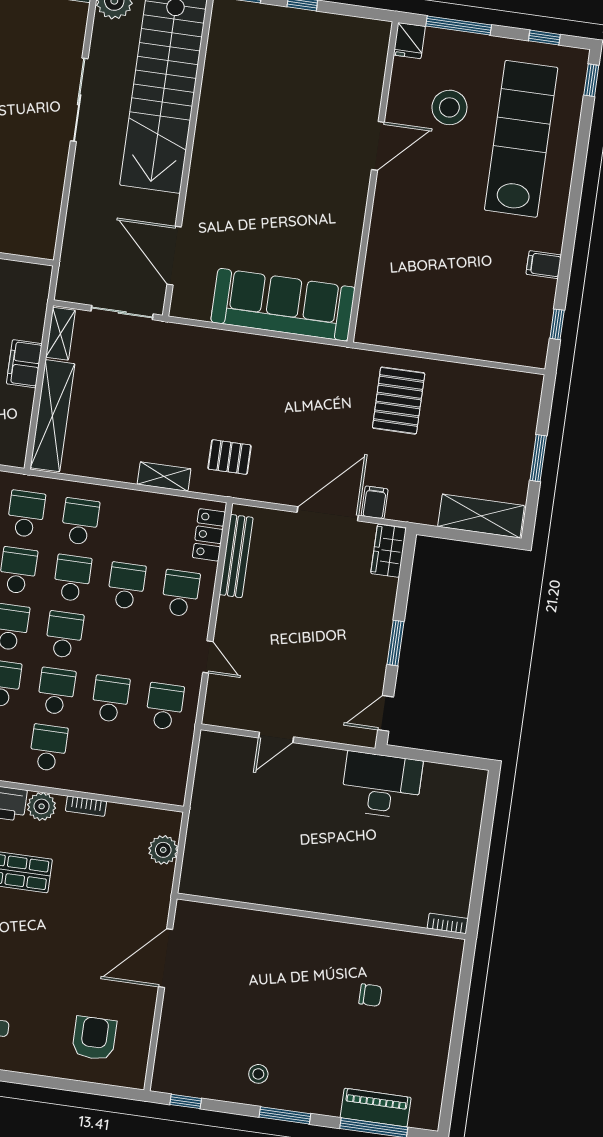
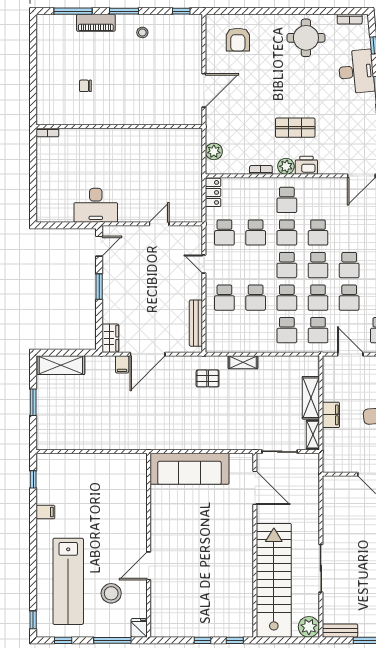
pallet: (399, 401) -> (117, 424), removed
shelving: (53, 416) -> (311, 398), width x0.68
locker: (209, 535) -> (213, 192), moved
piano: (376, 1108) -> (96, 23), moved

